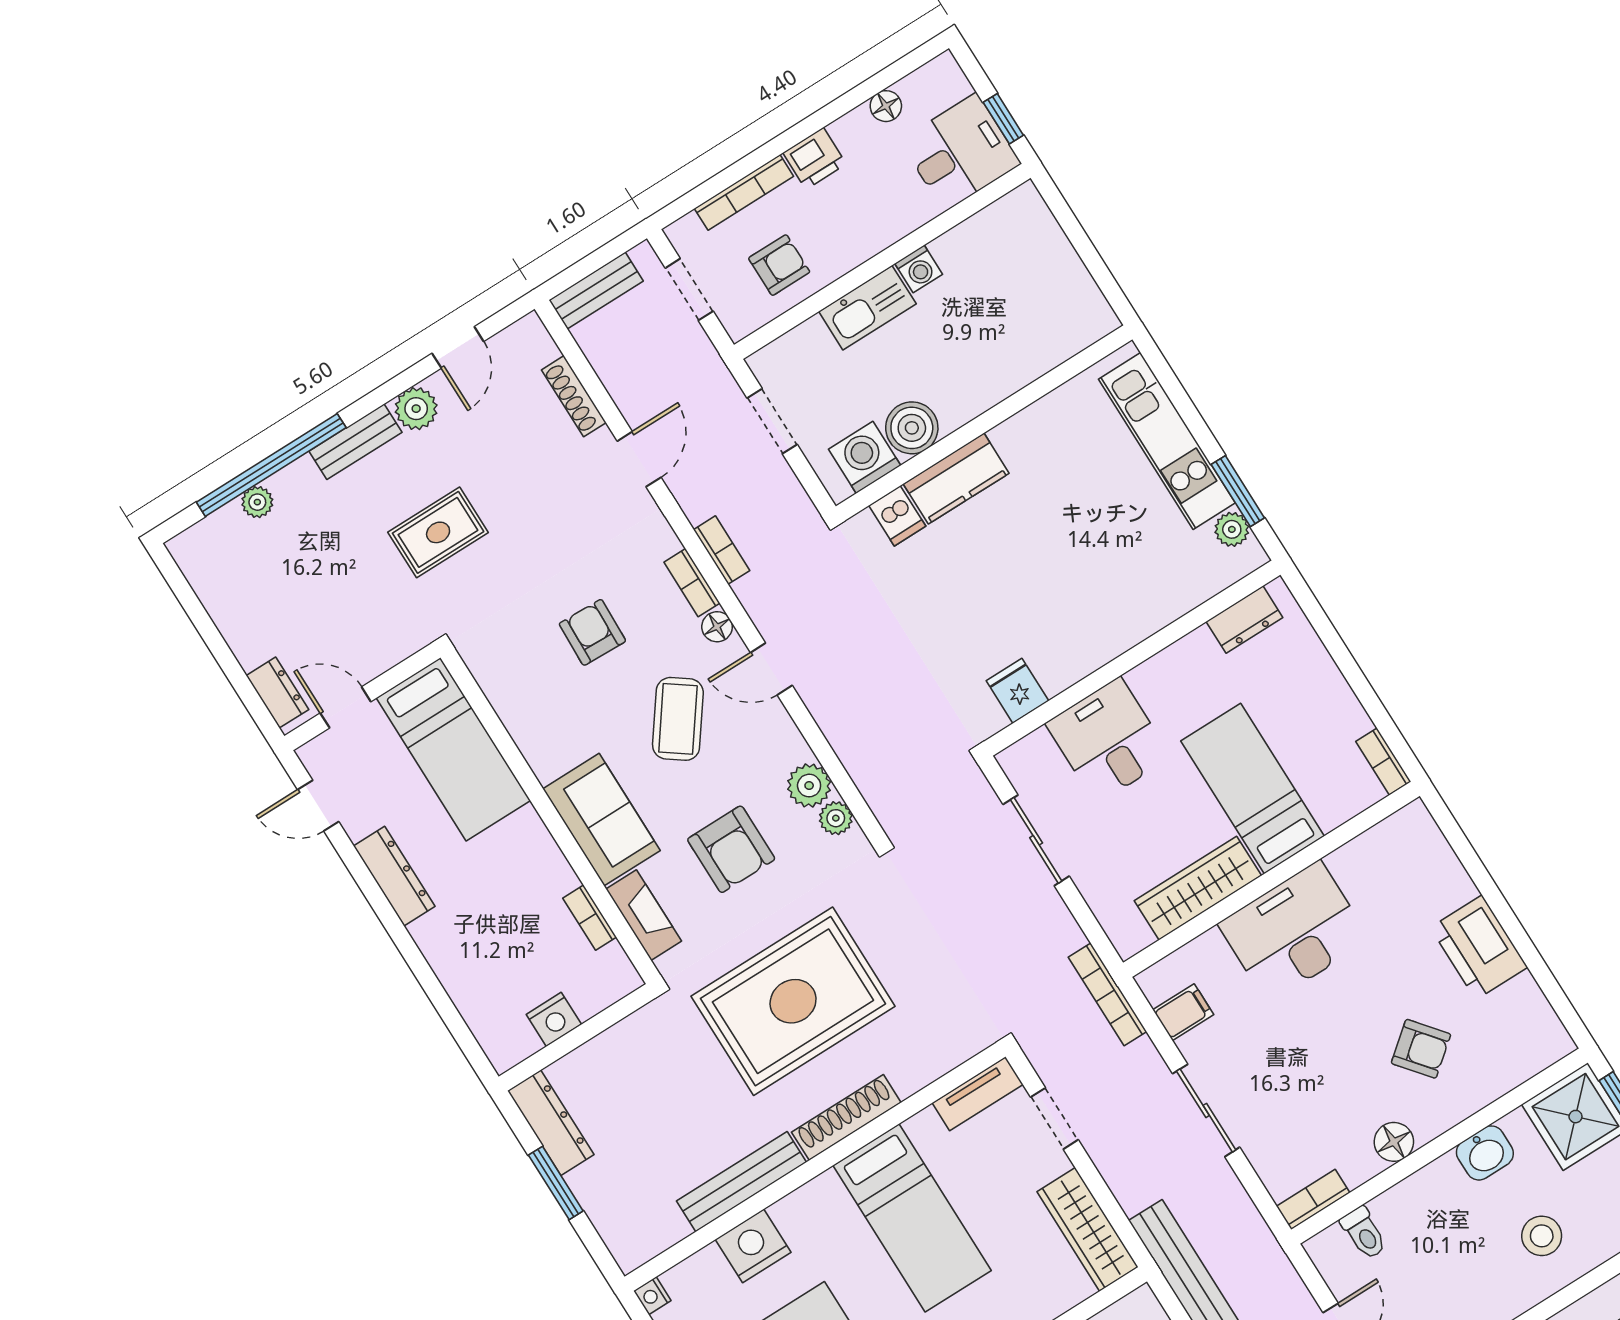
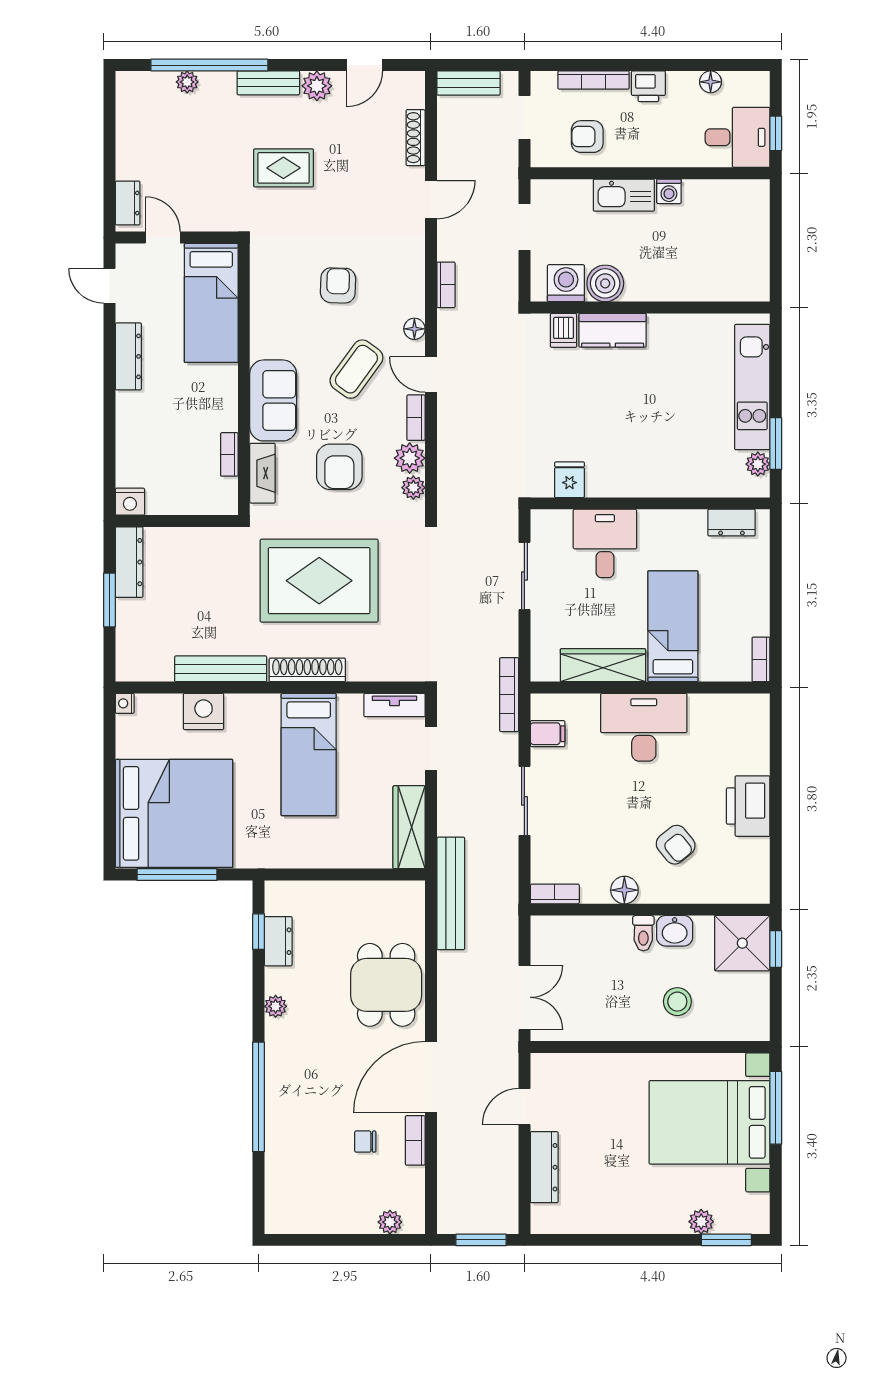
armchair: (779, 265) -> (587, 137), turned 180
bookcase: (692, 583) -> (416, 418), moved
nightstand: (554, 1019) -> (130, 502), moved
toilet: (1364, 1233) -> (643, 933), moved

